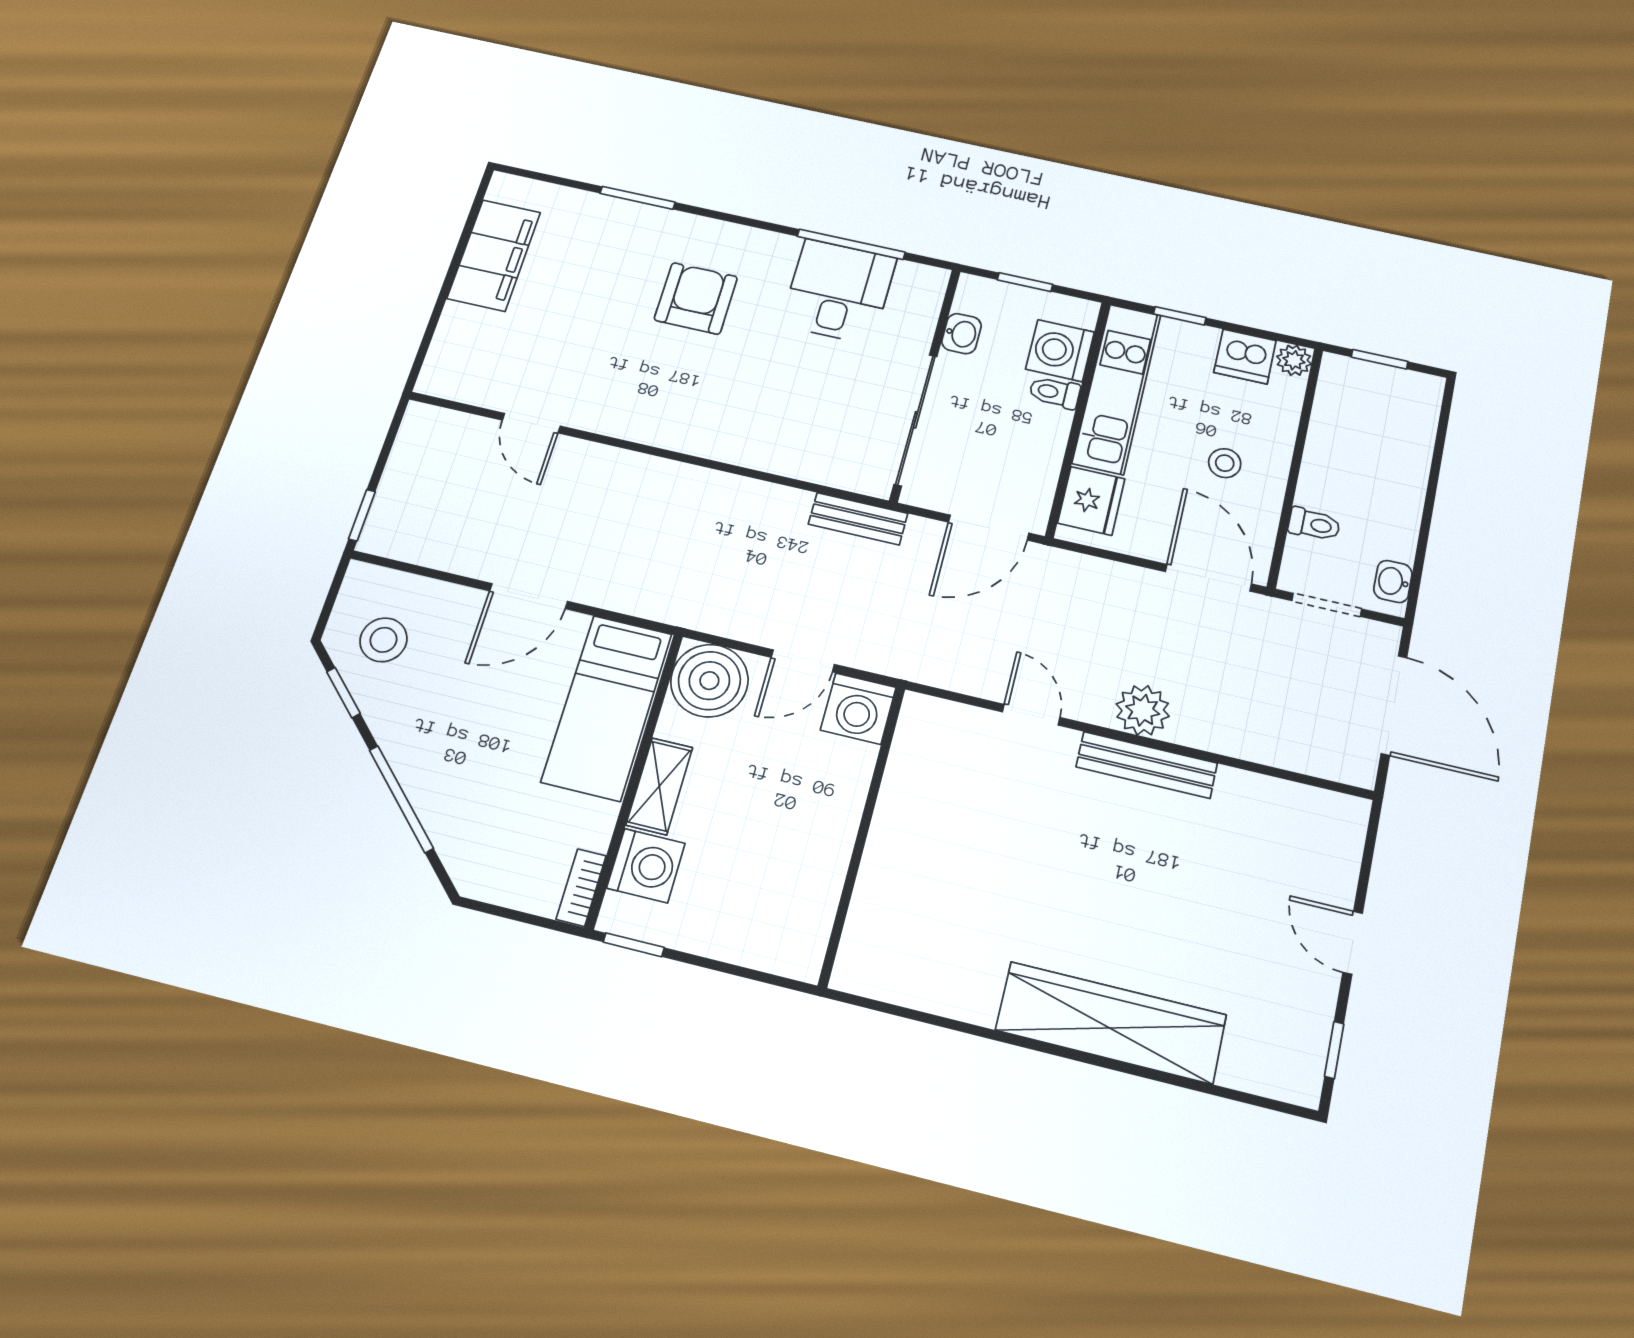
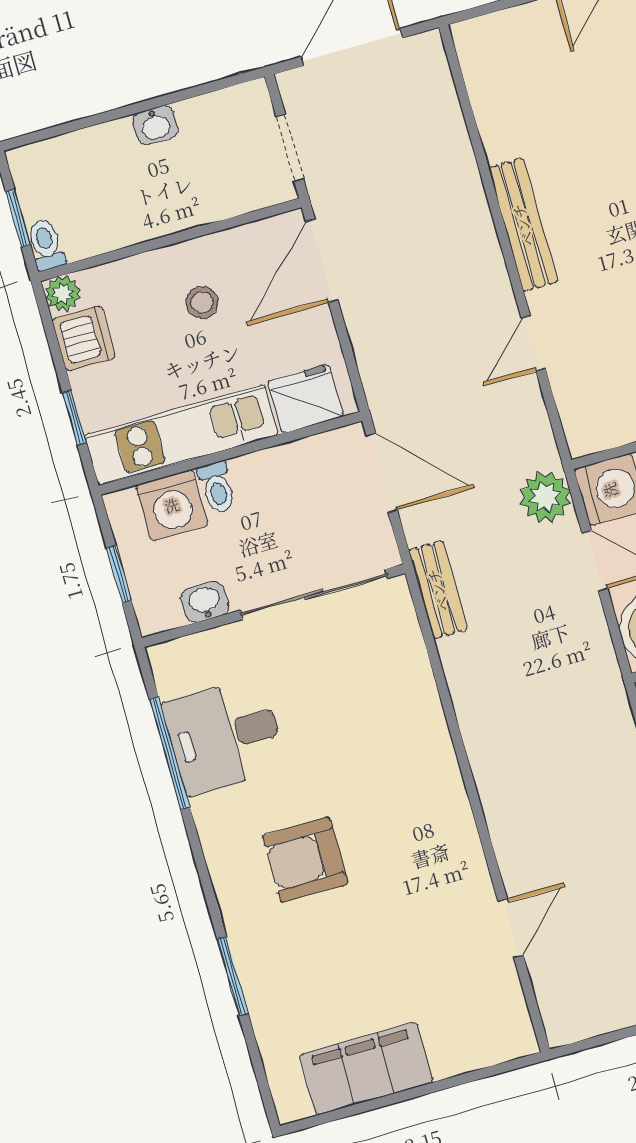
toilet: (1314, 524) -> (46, 245), moved
washbasin: (1393, 581) -> (155, 125), moved
plant: (1143, 710) -> (545, 497), moved

